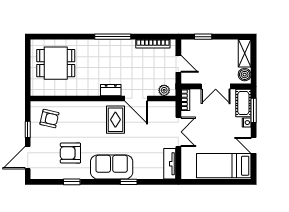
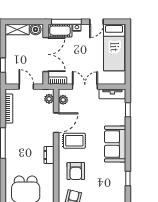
door: (178, 64) -> (26, 87), hinge flipped
double door: (216, 86) -> (46, 54), width x1.37
dresser: (111, 90) -> (49, 155), moved
plant: (163, 107) -> (63, 100), added
window: (254, 110) -> (66, 22), width x1.44
armchair: (70, 153) -> (76, 171), moved
window: (129, 182) -> (128, 110), moved

